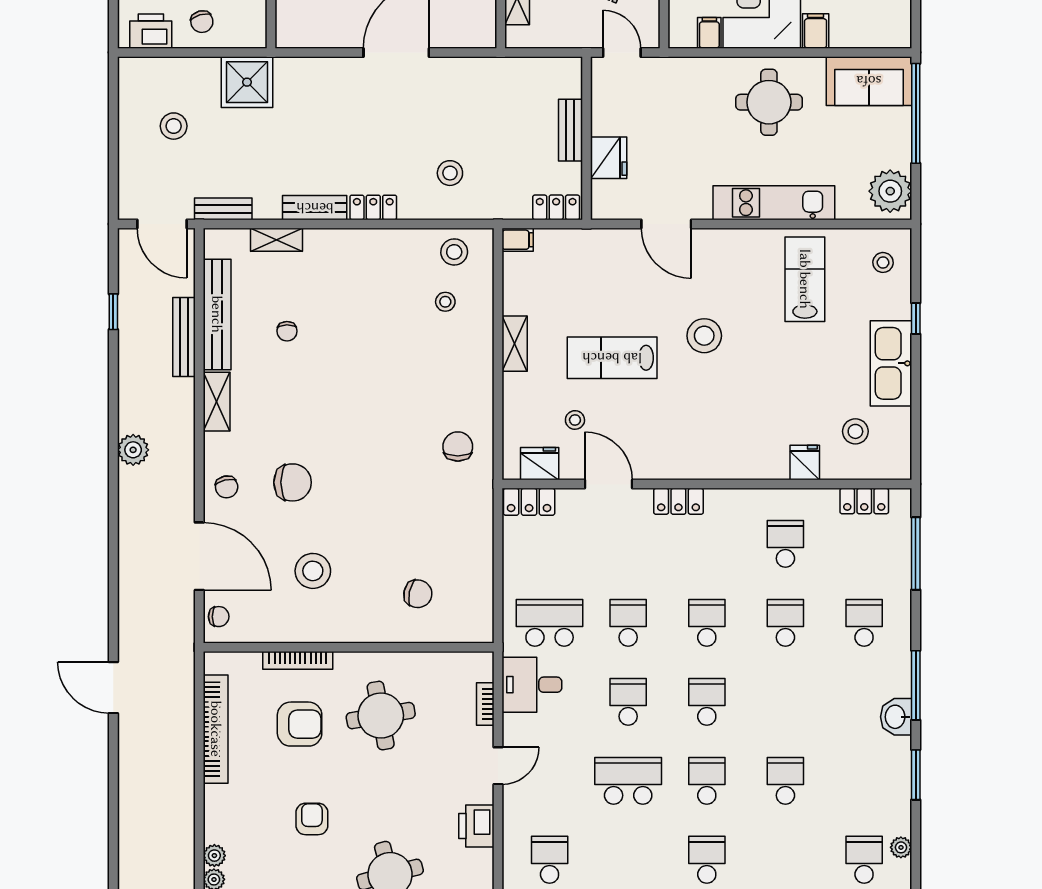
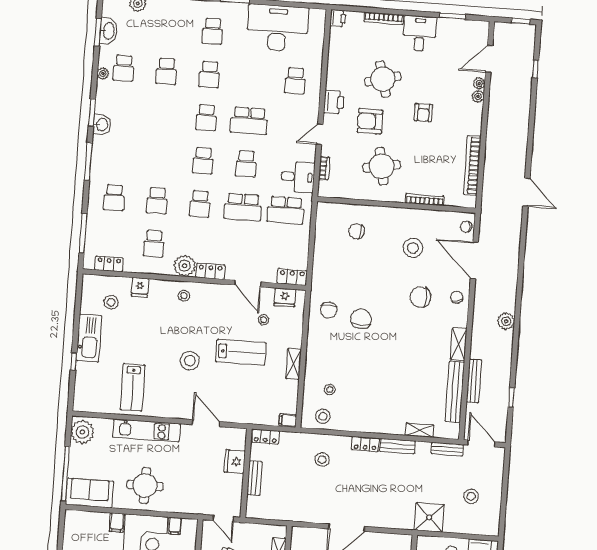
stool: (883, 262) -> (184, 296), moved
chair: (287, 331) -> (361, 319), moved, width x1.87, depth x1.87
plant: (726, 508) -> (185, 266), added
school desk: (628, 623) -> (243, 207), width x1.85
washbasin: (896, 717) -> (102, 125), moved
armchair: (300, 724) -> (370, 121), moved
school desk: (785, 781) -> (166, 71), moved

